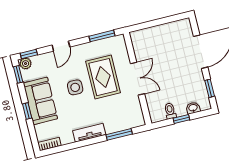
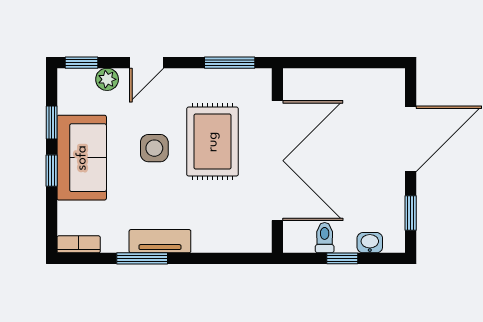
plant: (26, 64) -> (107, 79), moved
window: (18, 74) -> (52, 122), moved
double door: (137, 79) -> (277, 161), width x1.87
window: (119, 134) -> (142, 258), moved

